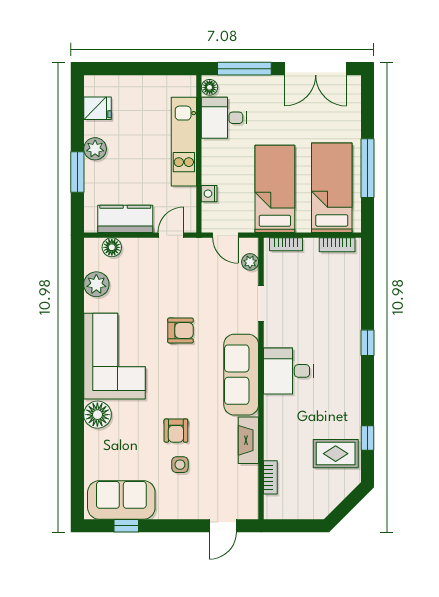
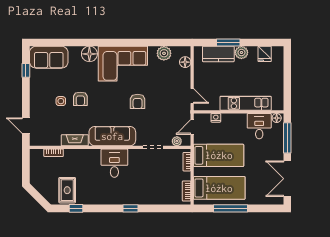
kitchen counter: (125, 219) -> (218, 54), moved, turned 90
armchair: (176, 431) -> (80, 99), turned -90
sofa: (121, 500) -> (49, 57), moved, turned 90

